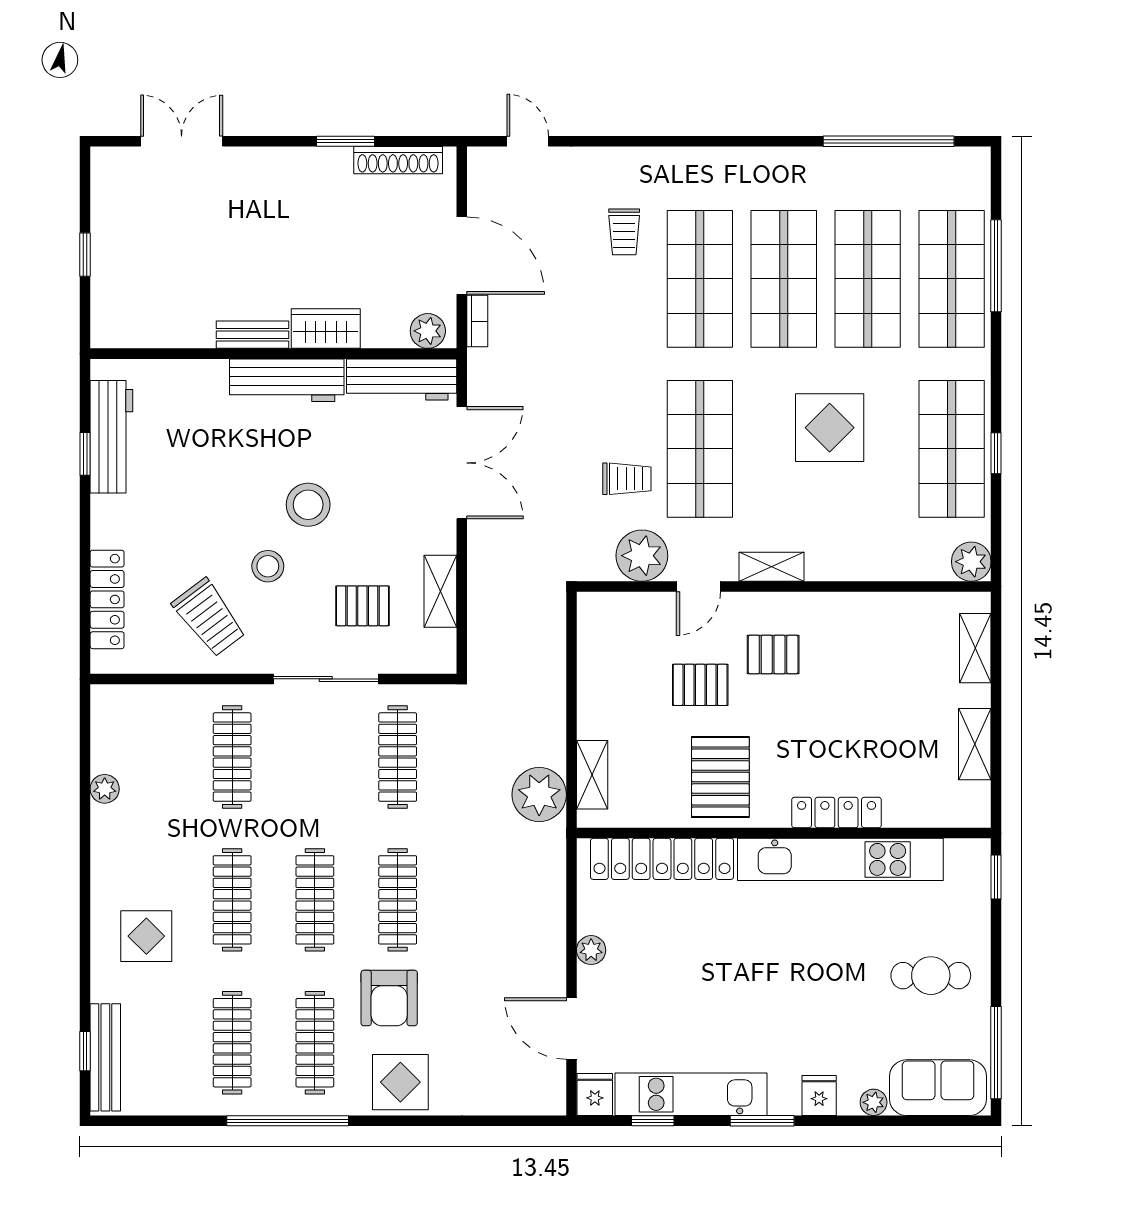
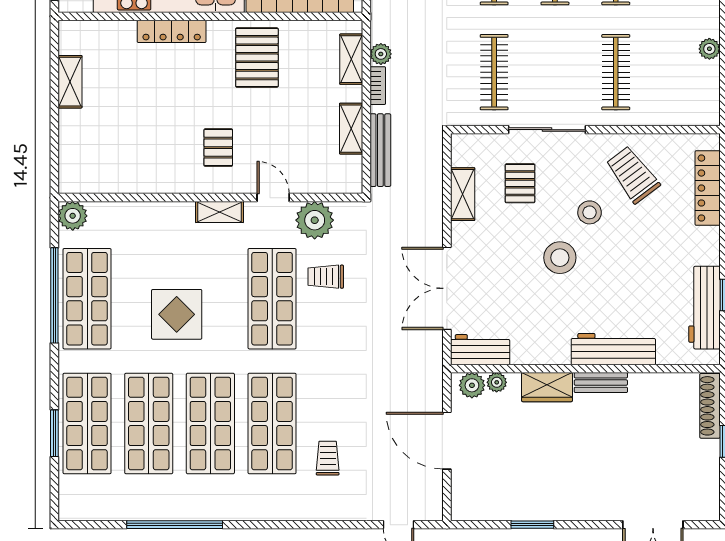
window: (889, 141) -> (175, 525), moved
shoe rack: (398, 160) -> (710, 406), moved, turned -90
window: (996, 266) -> (54, 433), width x0.69
bookcase: (477, 321) -> (378, 86), moved, turned 180
plant: (394, 335) -> (497, 382), added
workbench: (402, 379) -> (480, 350), width x0.73
workbench: (287, 380) -> (613, 349), moved
window: (996, 453) -> (54, 295), width x3.17
door: (698, 587) -> (273, 198), hinge flipped
pallet: (362, 606) -> (520, 183), turned 90
shelving: (975, 648) -> (351, 129), moved
bench: (552, 651) -> (380, 150), added
pallet: (773, 654) -> (218, 148), turned 90
pallet: (700, 685) -> (272, 125), removed
plant: (539, 795) -> (381, 54), width x0.53, depth x0.53

